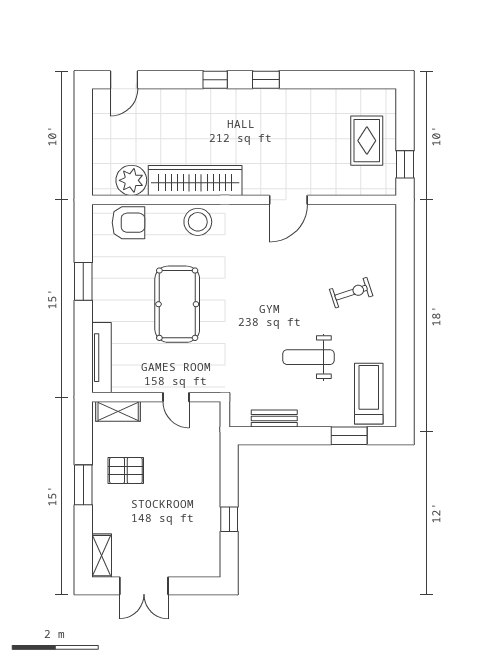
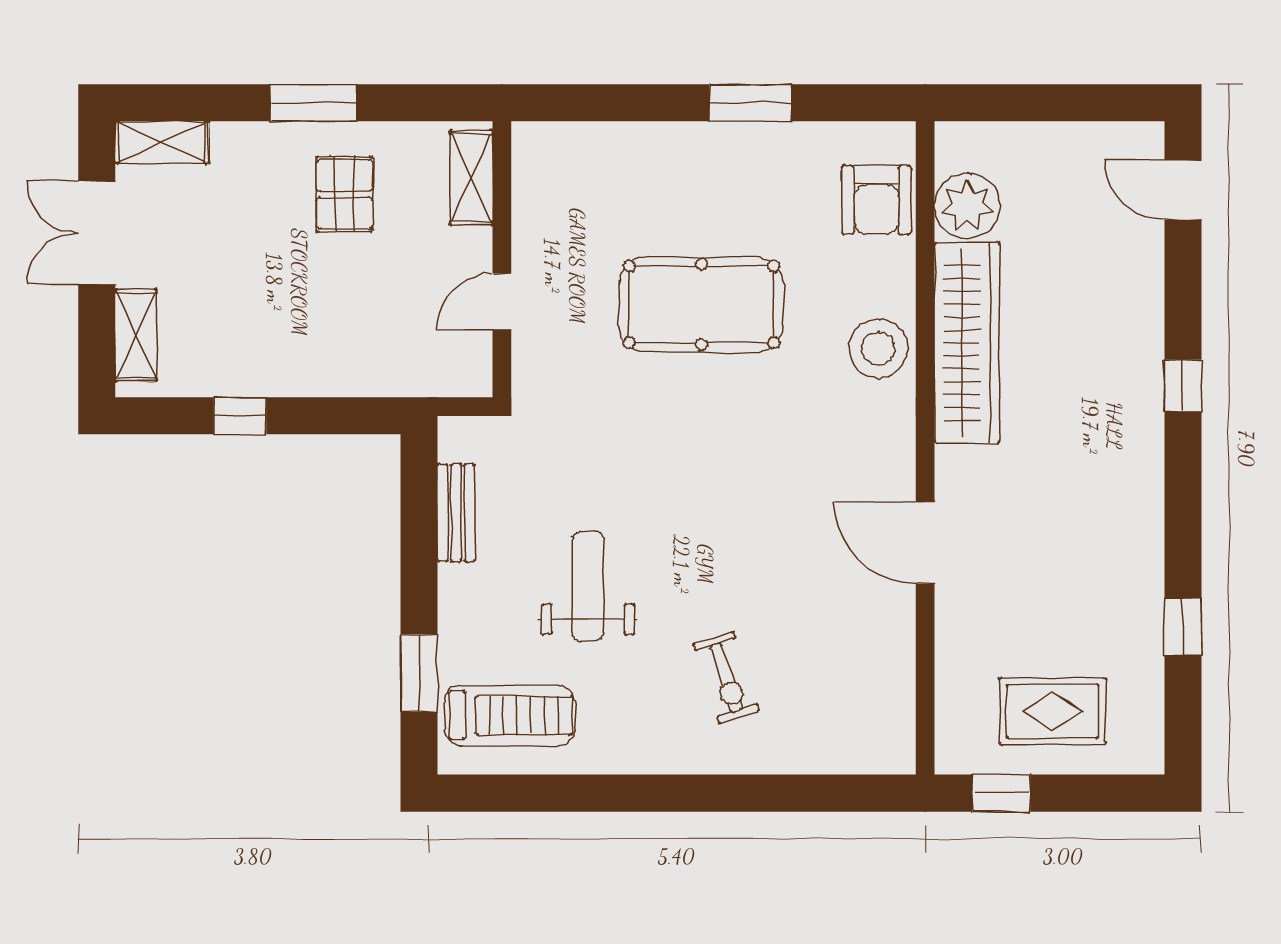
window: (266, 80) -> (1183, 627), moved
tv unit: (101, 358) -> (587, 142), removed
shelving: (192, 568) -> (136, 335), added

